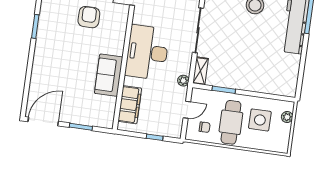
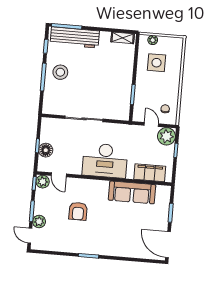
armchair: (89, 17) -> (78, 211), turned -90
shelving: (201, 71) -> (123, 38), moved
sofa: (109, 75) -> (132, 192), width x1.36
plant: (183, 81) -> (167, 136), moved, width x1.87, depth x1.87
cafe table: (231, 122) -> (160, 87), removed

